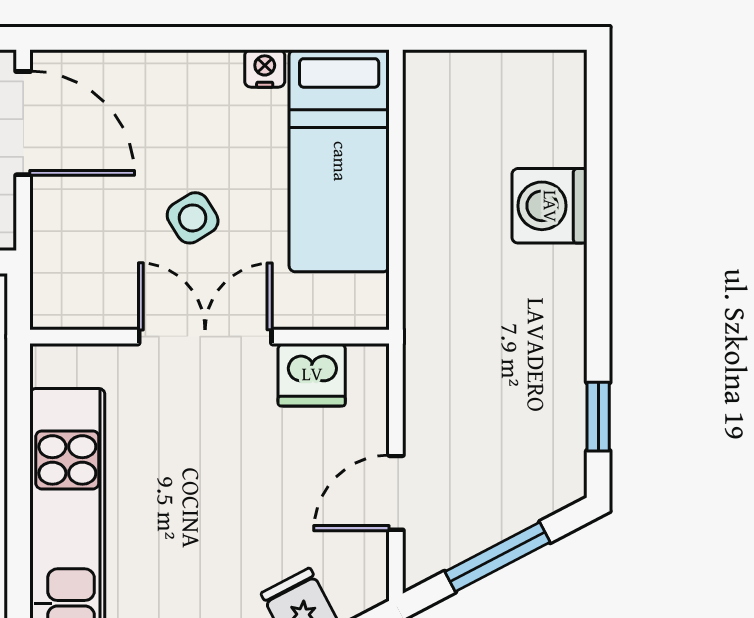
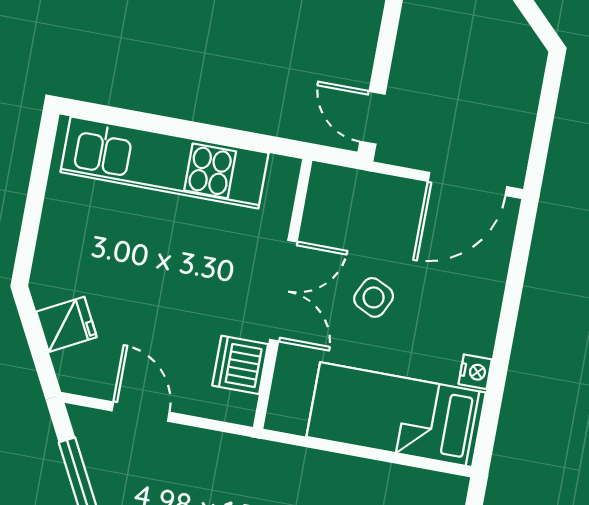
side table: (193, 218) -> (374, 297), turned -32

